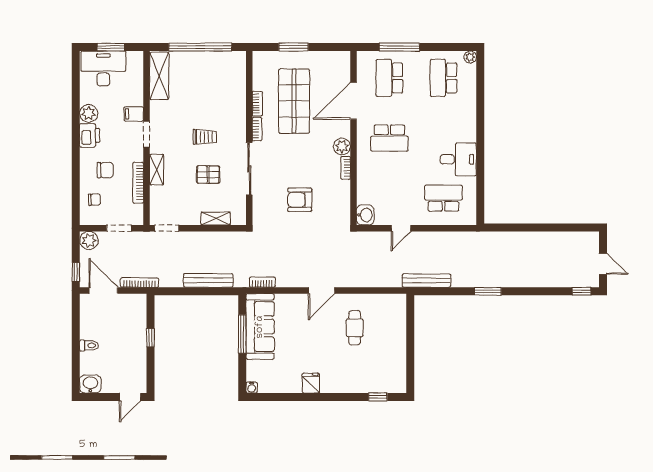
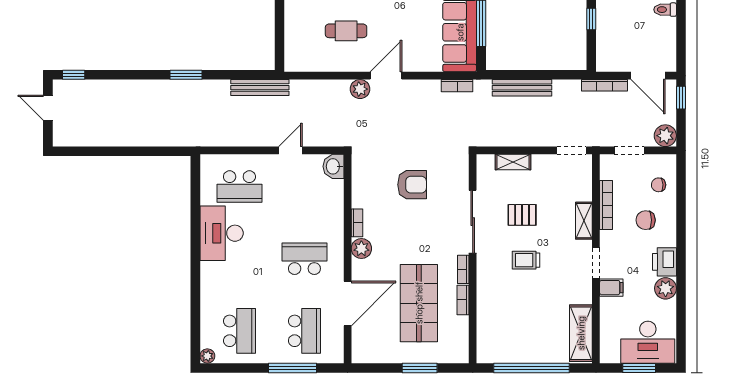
desk: (458, 159) -> (222, 233), width x1.37
plant: (343, 279) -> (360, 89), added
cafe table: (355, 328) -> (346, 31), turned 90

